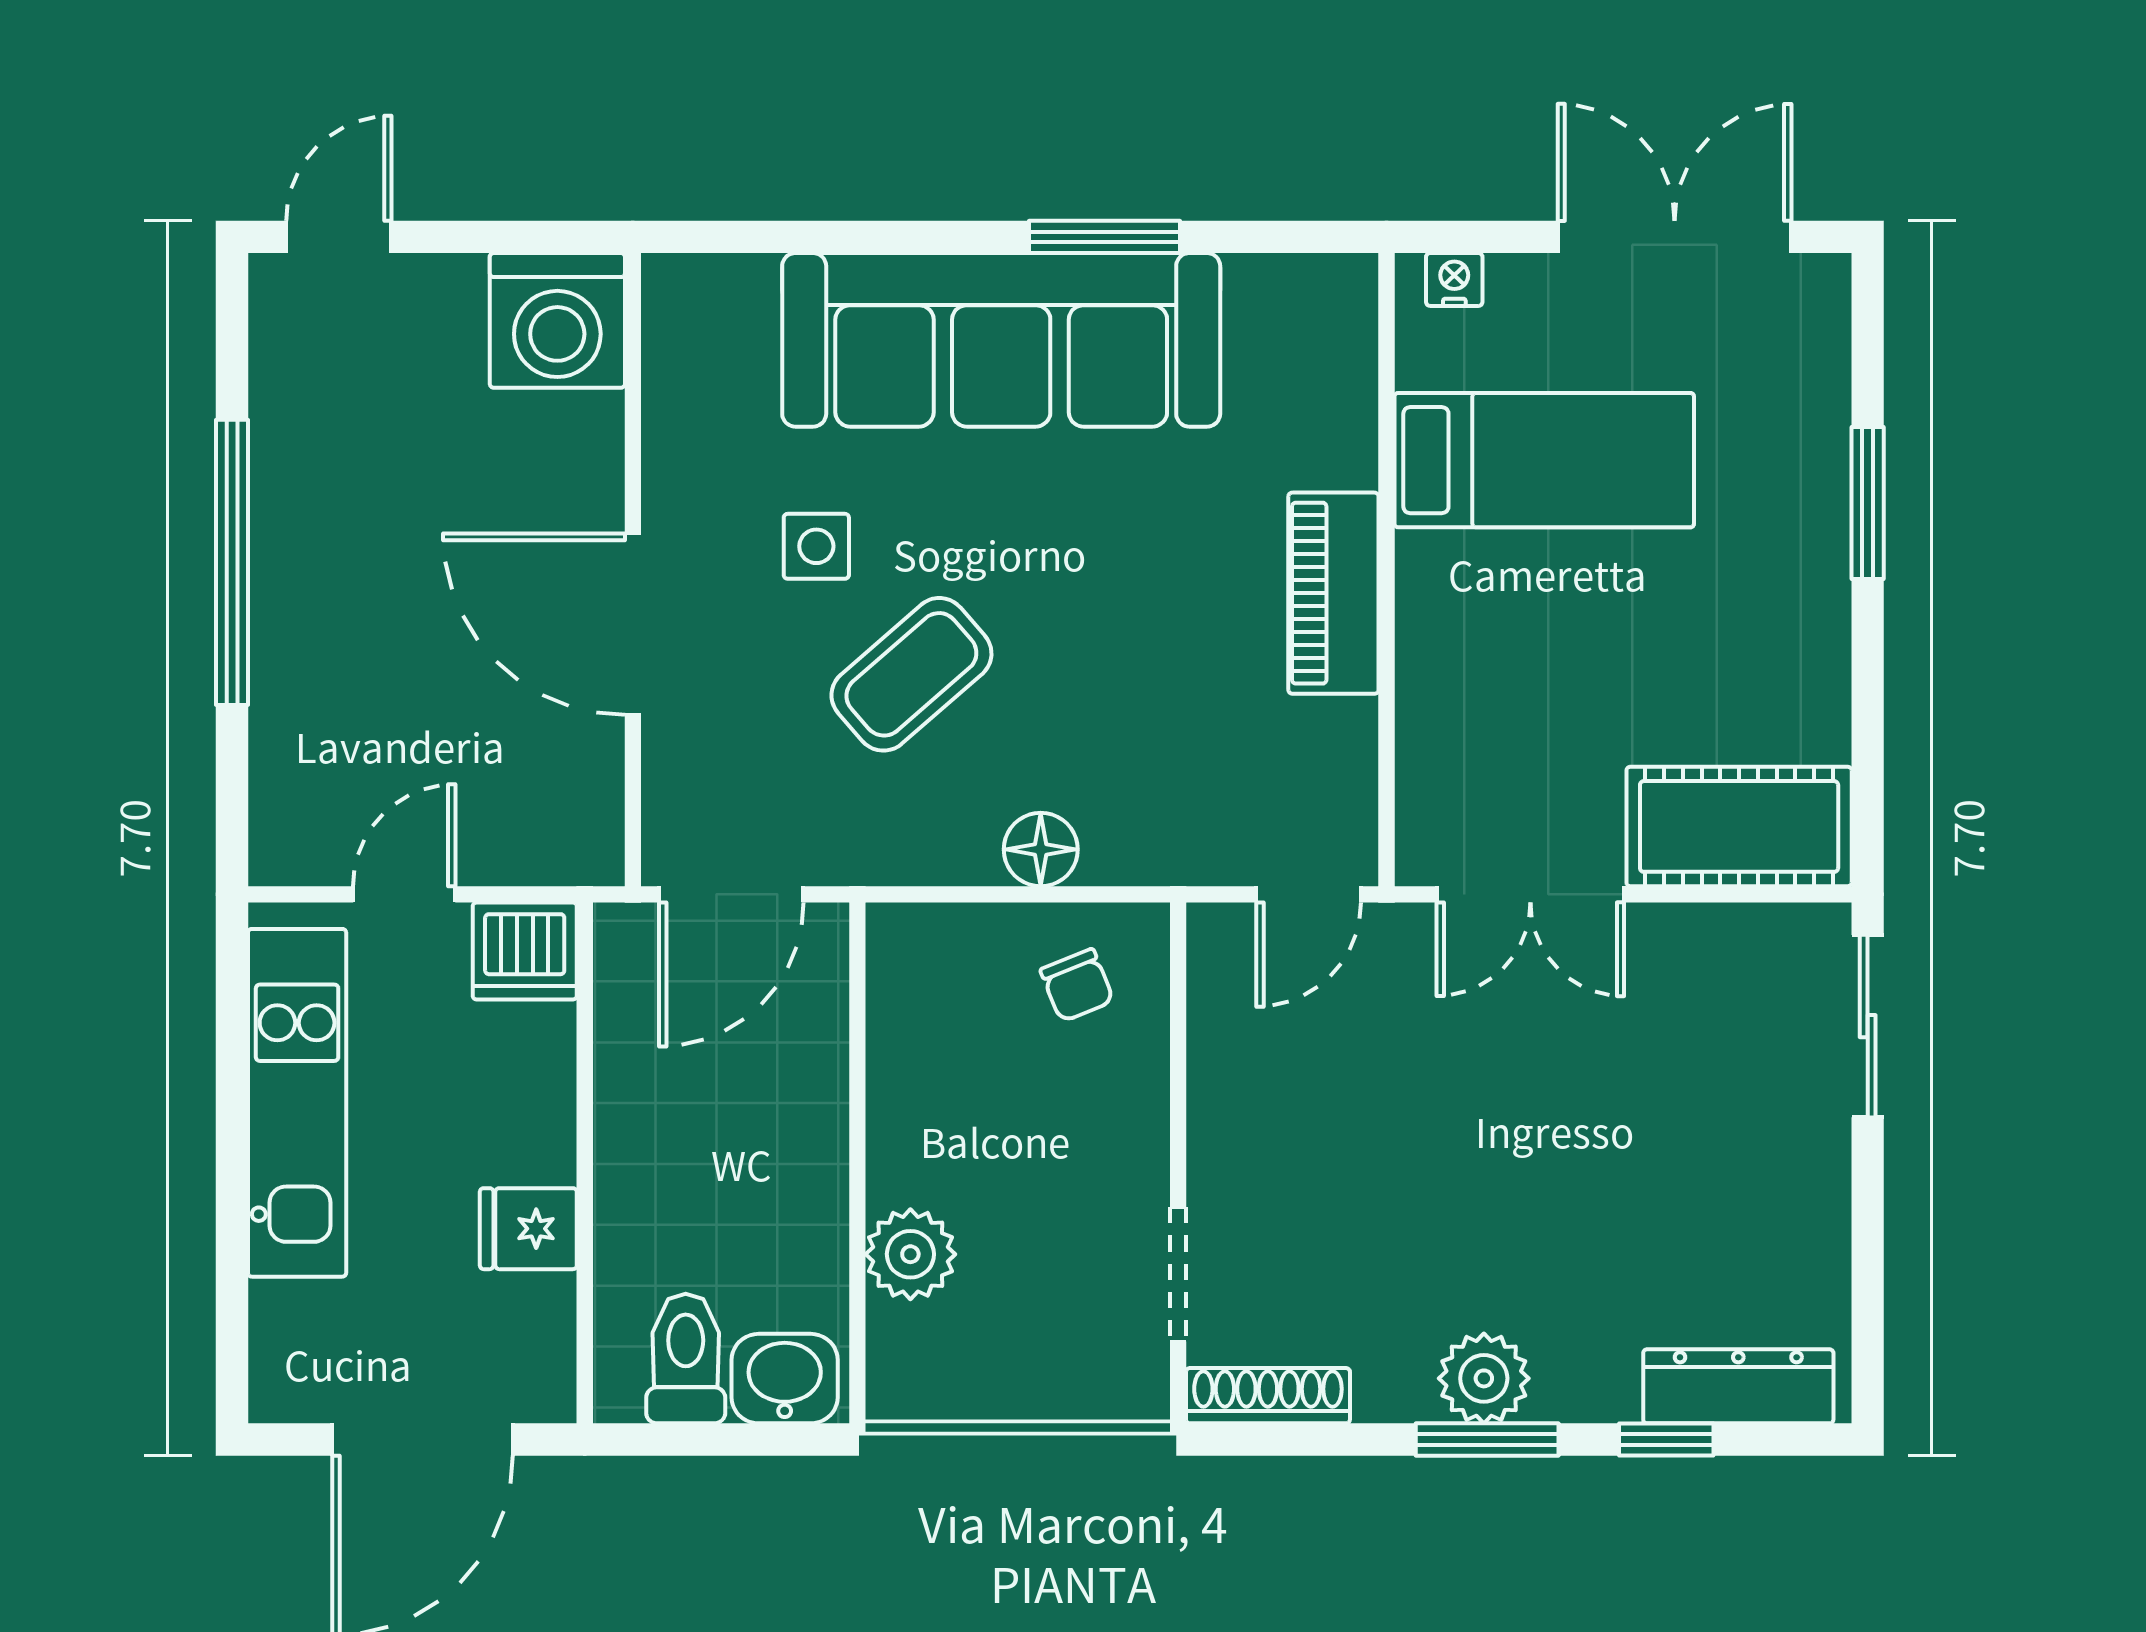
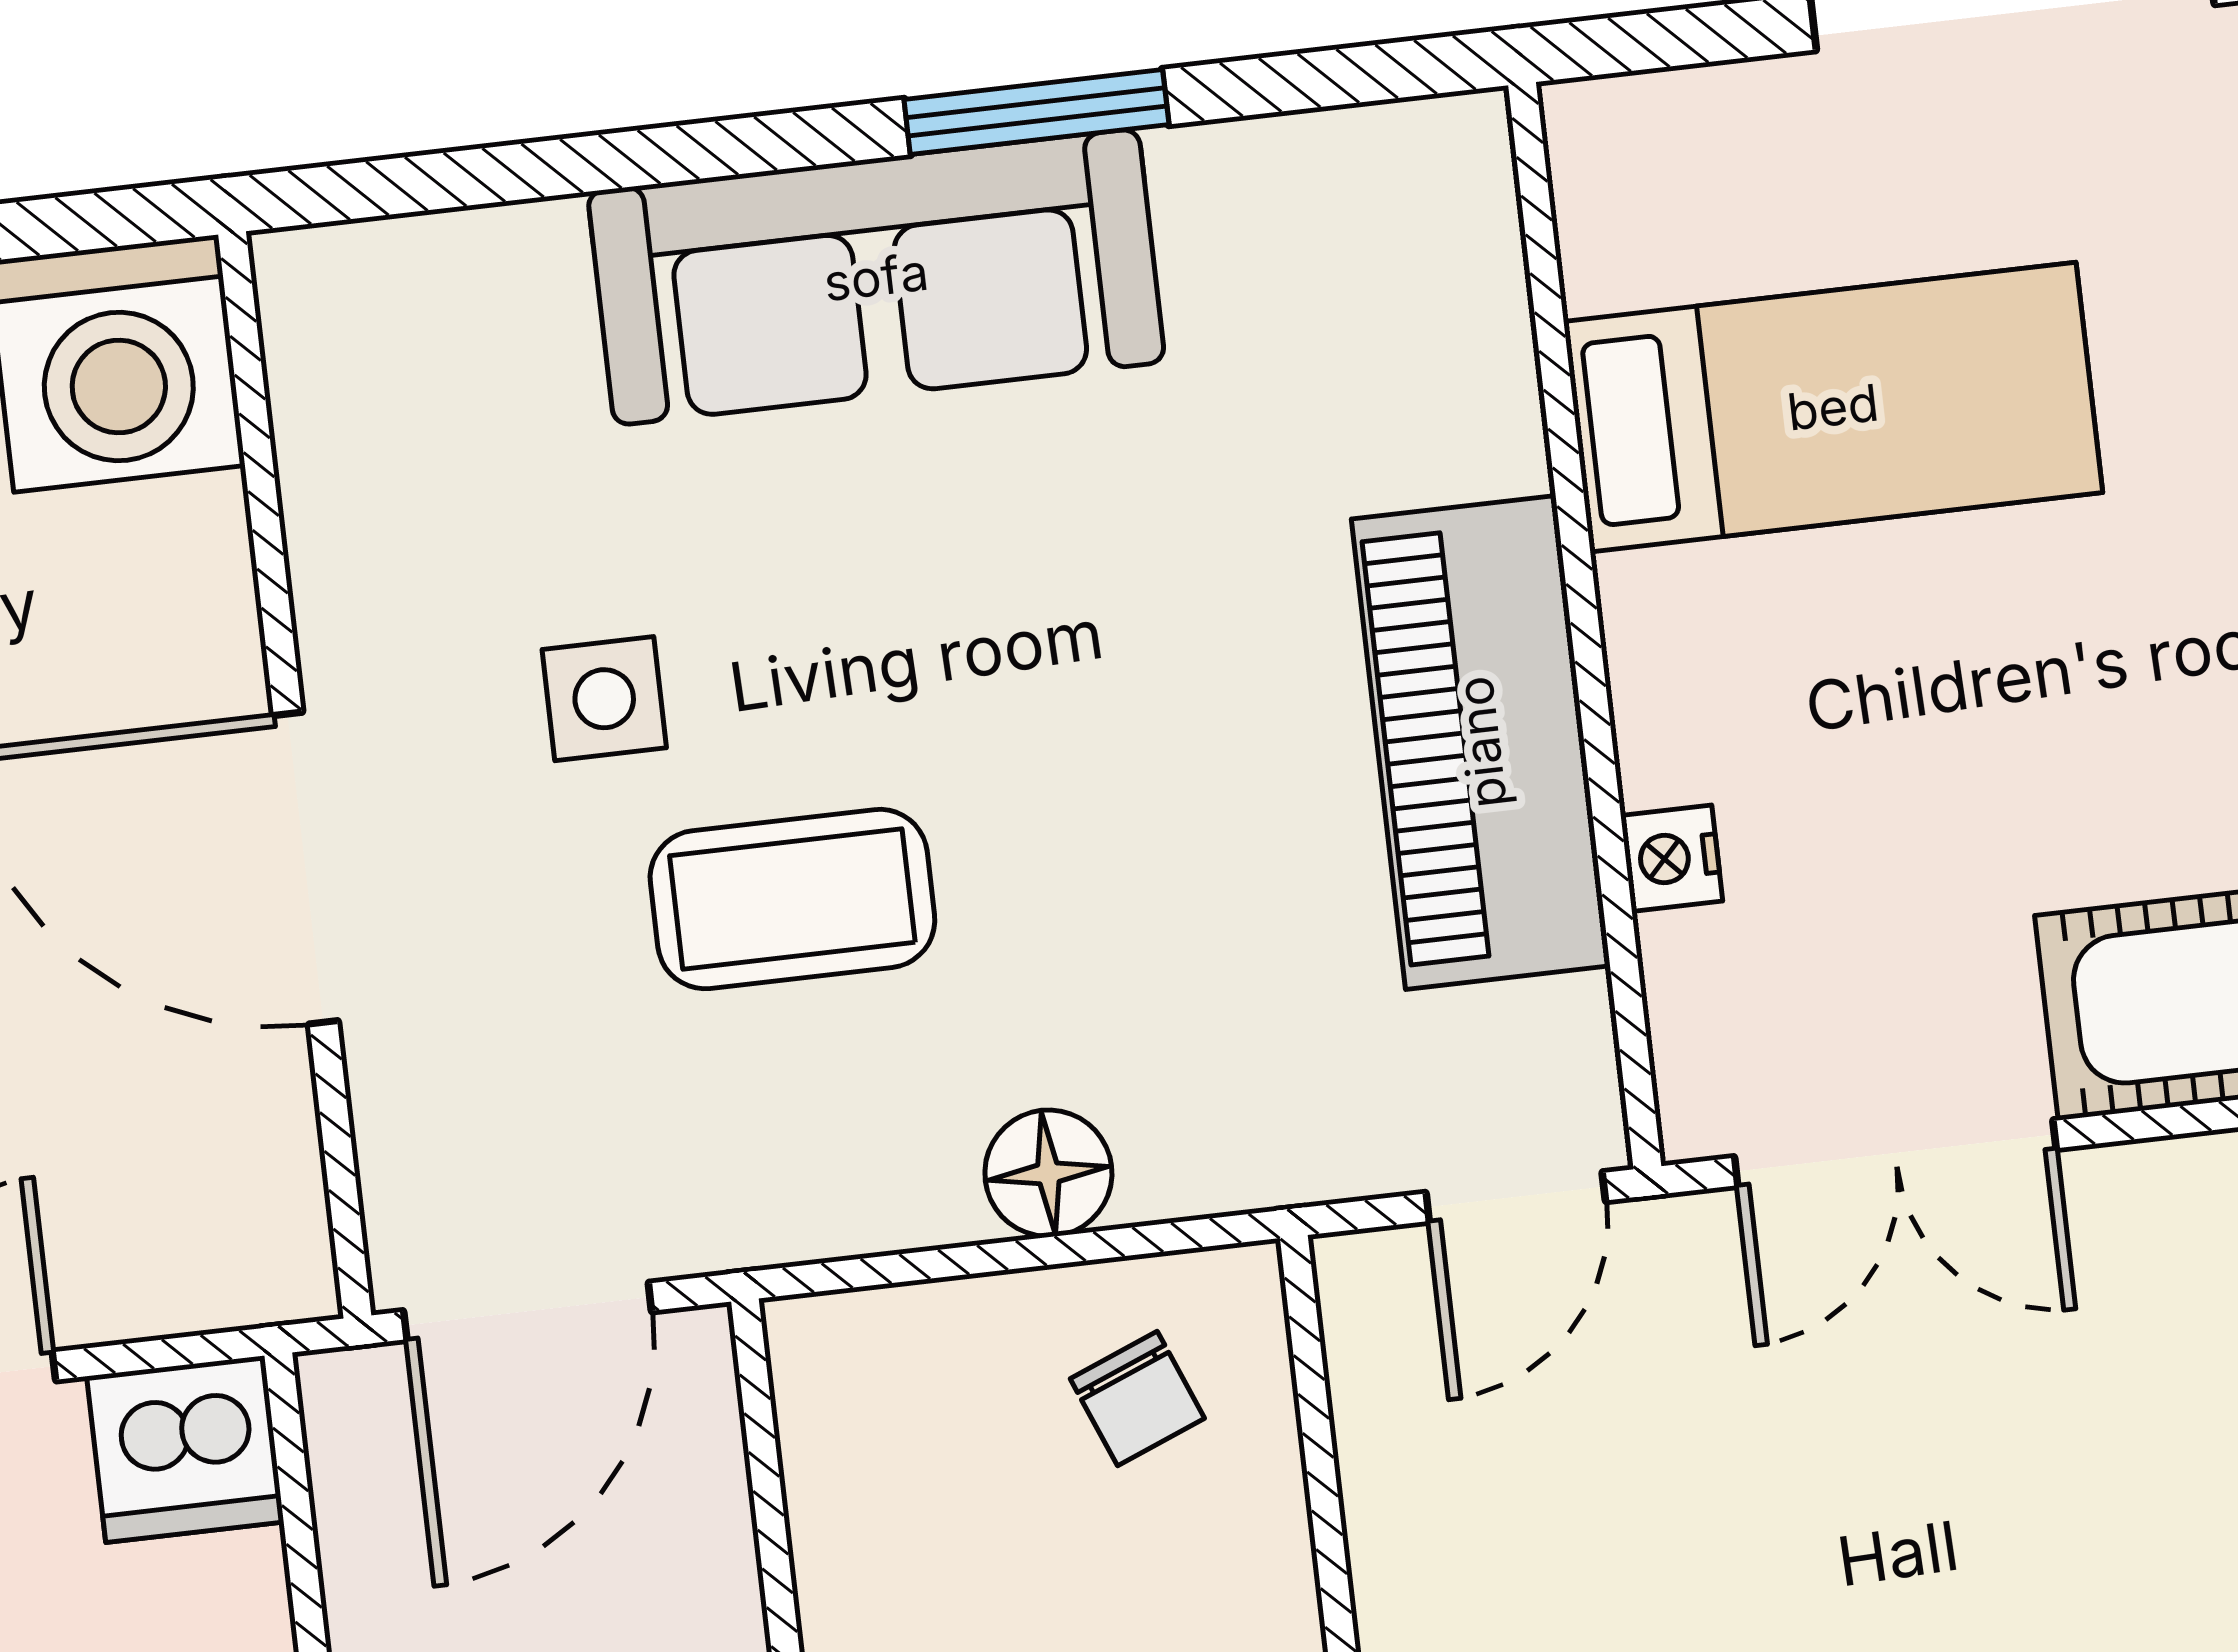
nightstand: (1454, 279) -> (1672, 858), moved, turned -90
sofa: (1001, 340) -> (876, 277), width x0.74, depth x0.79
piano: (1333, 593) -> (1481, 742), width x1.37, depth x1.33
coffee table: (911, 674) -> (792, 899), turned 41

